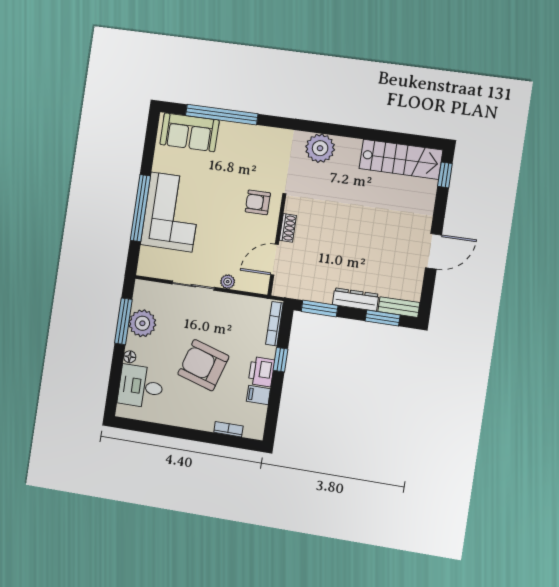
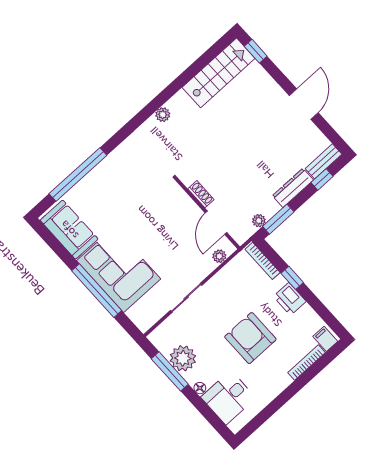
sofa: (189, 132) -> (69, 230), moved, turned -90
plant: (320, 148) -> (163, 115), width x0.53, depth x0.53
armchair: (258, 202) -> (164, 201), removed
plant: (228, 282) -> (219, 256), moved
plant: (305, 293) -> (259, 221), added
window: (383, 318) -> (322, 179), width x0.67
armchair: (203, 365) -> (250, 338), turned 73
filing cabinet: (258, 395) -> (325, 339), moved, turned 90
bookcase: (228, 429) -> (307, 363), width x1.56

